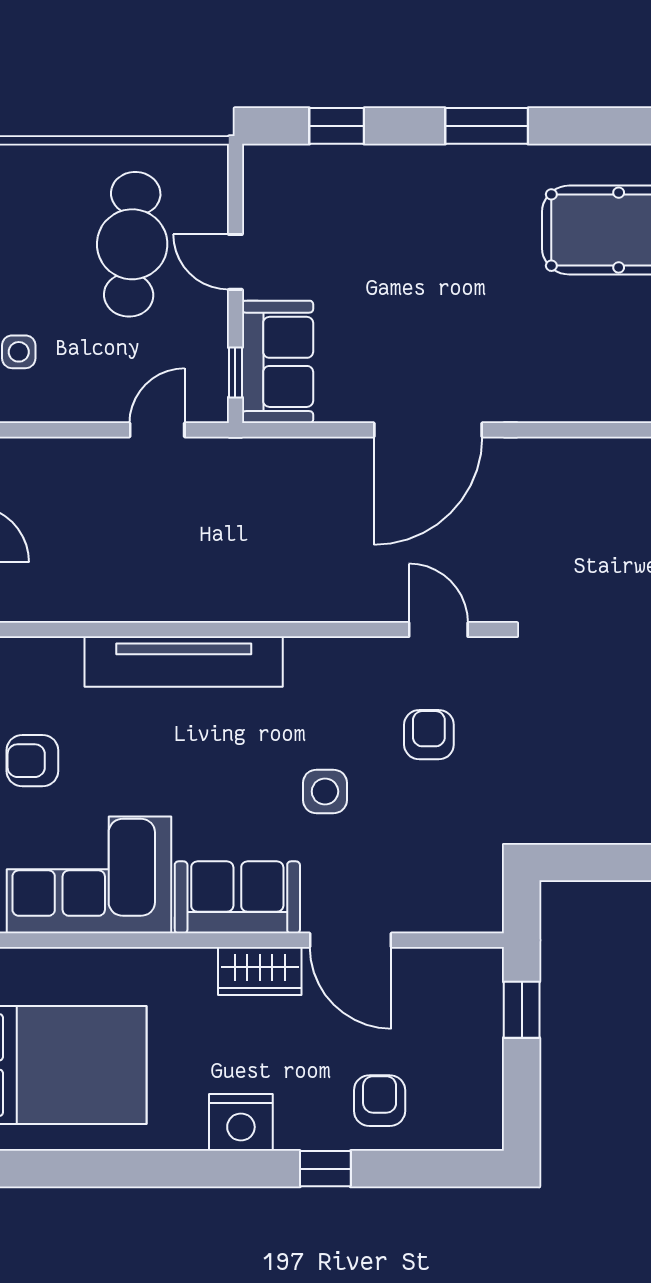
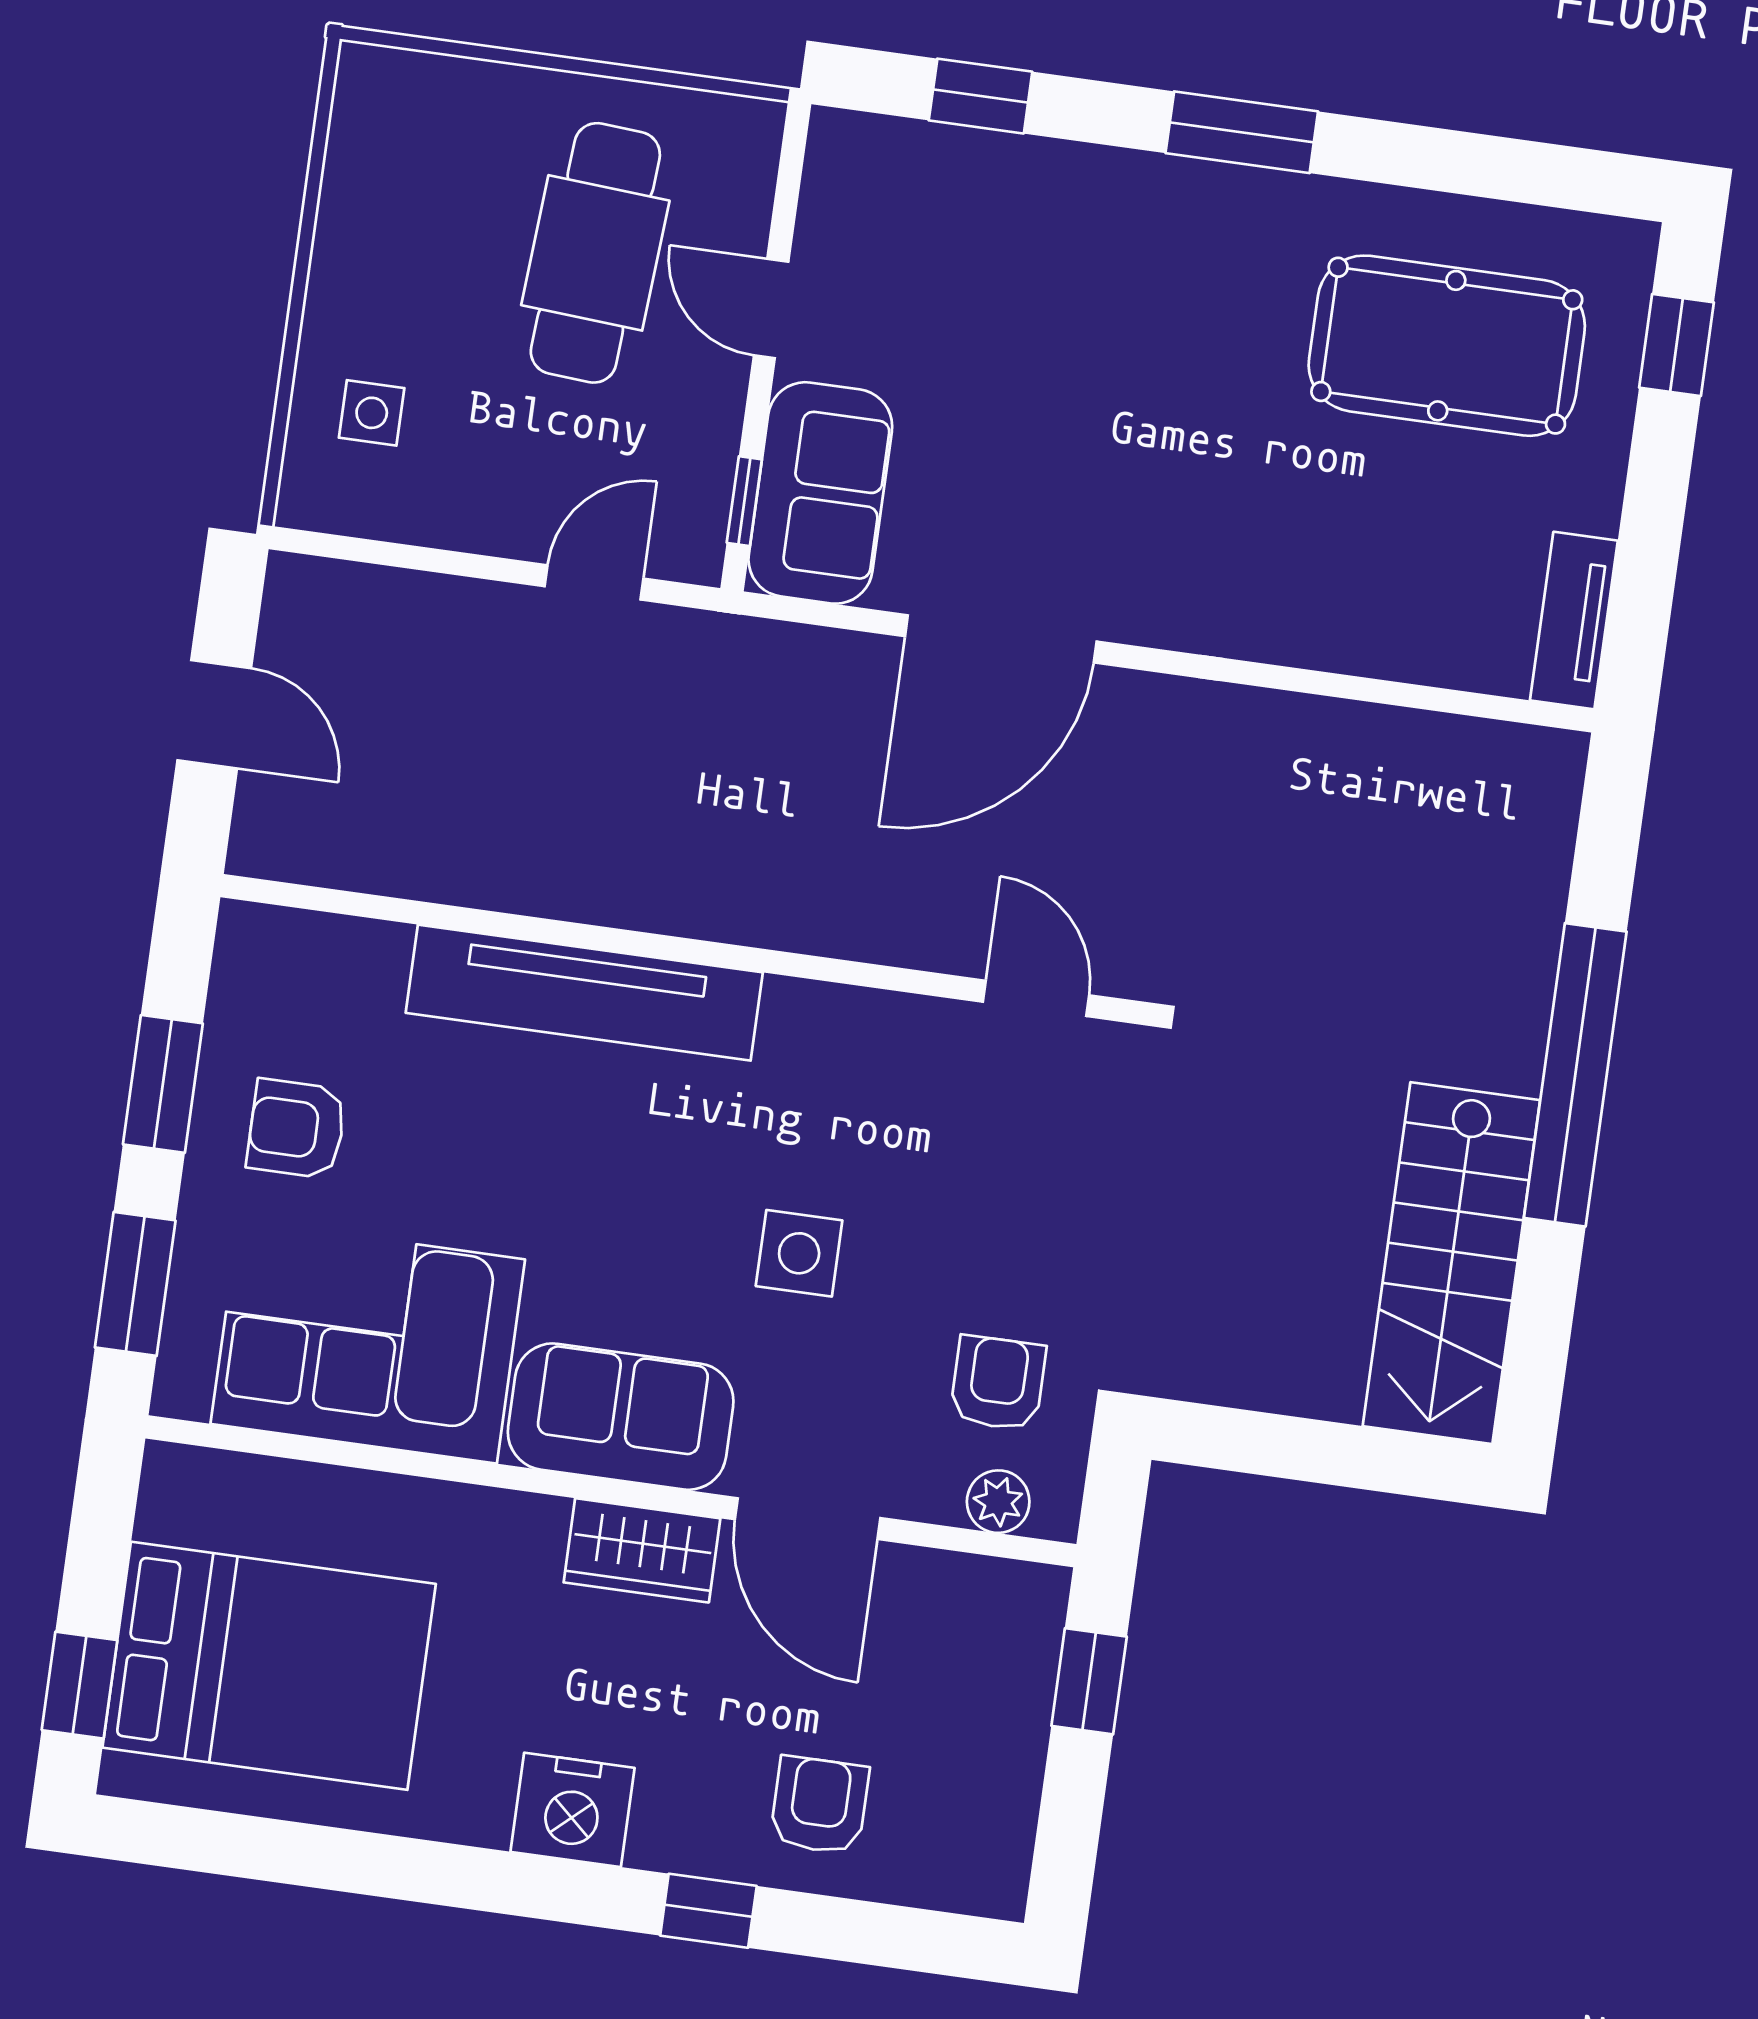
door: (428, 430) -> (1001, 639), moved
armchair: (429, 735) -> (998, 1383), moved
plant: (456, 916) -> (998, 1502), added

